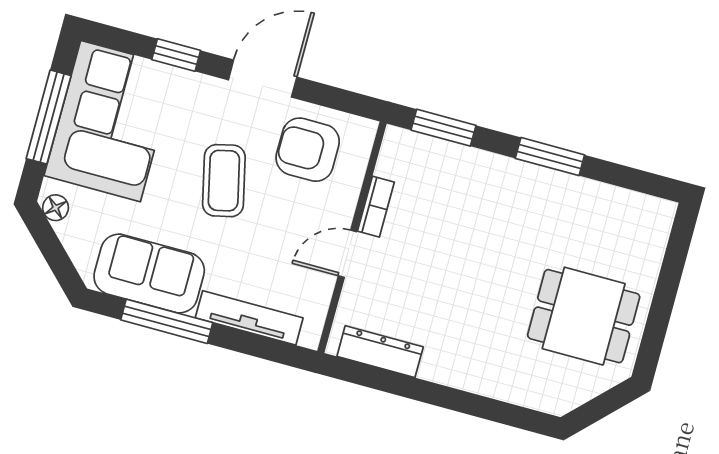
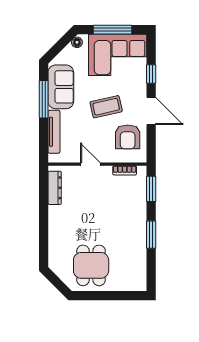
armchair: (308, 150) -> (128, 137), turned 180
bookcase: (376, 207) -> (125, 170), moved

